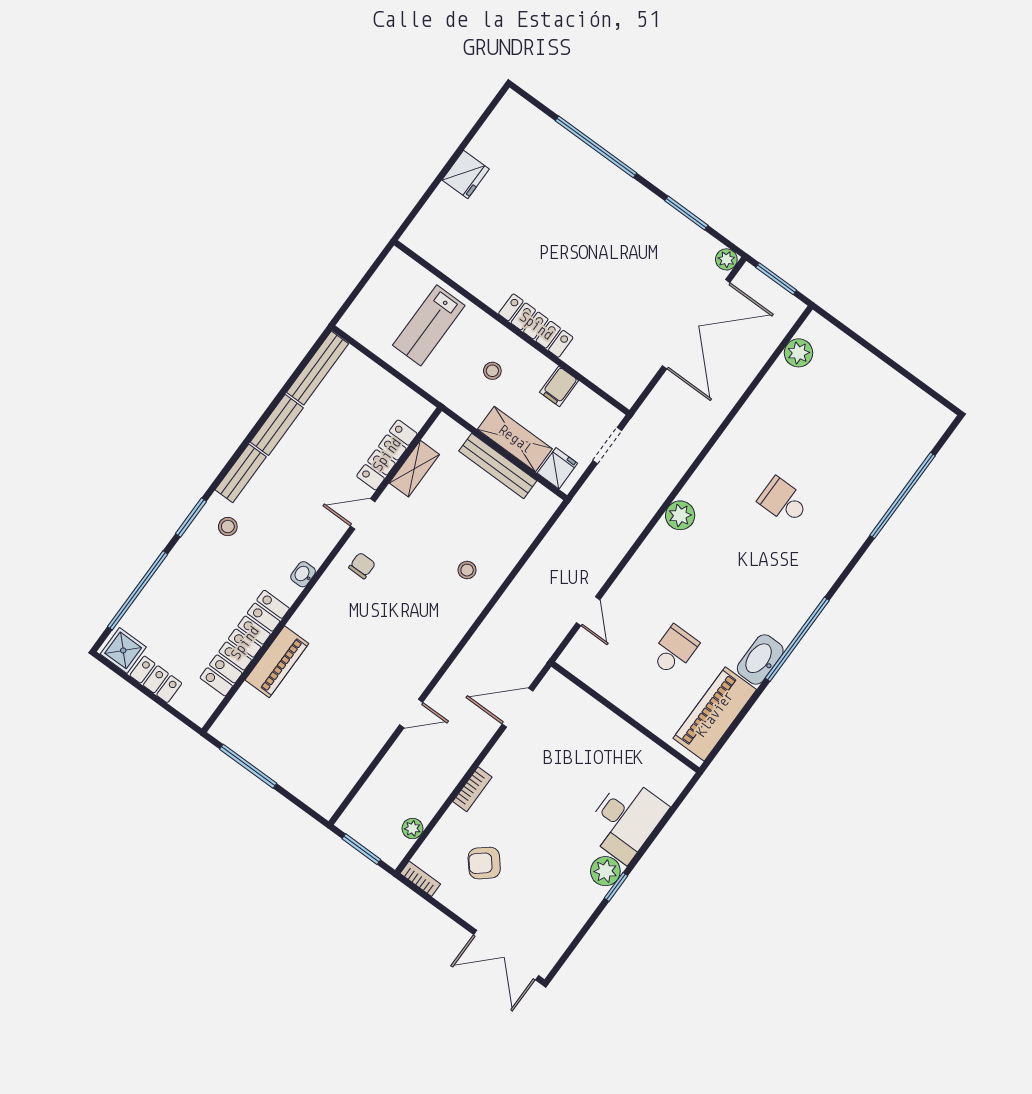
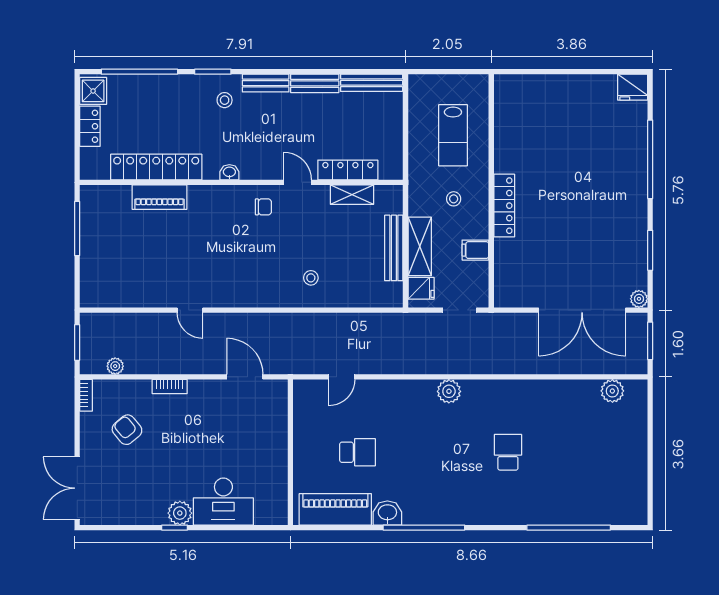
fridge: (466, 175) -> (633, 87), moved
lab bench: (429, 325) -> (453, 135), turned -90
washbasin: (760, 659) -> (387, 513), width x0.72

